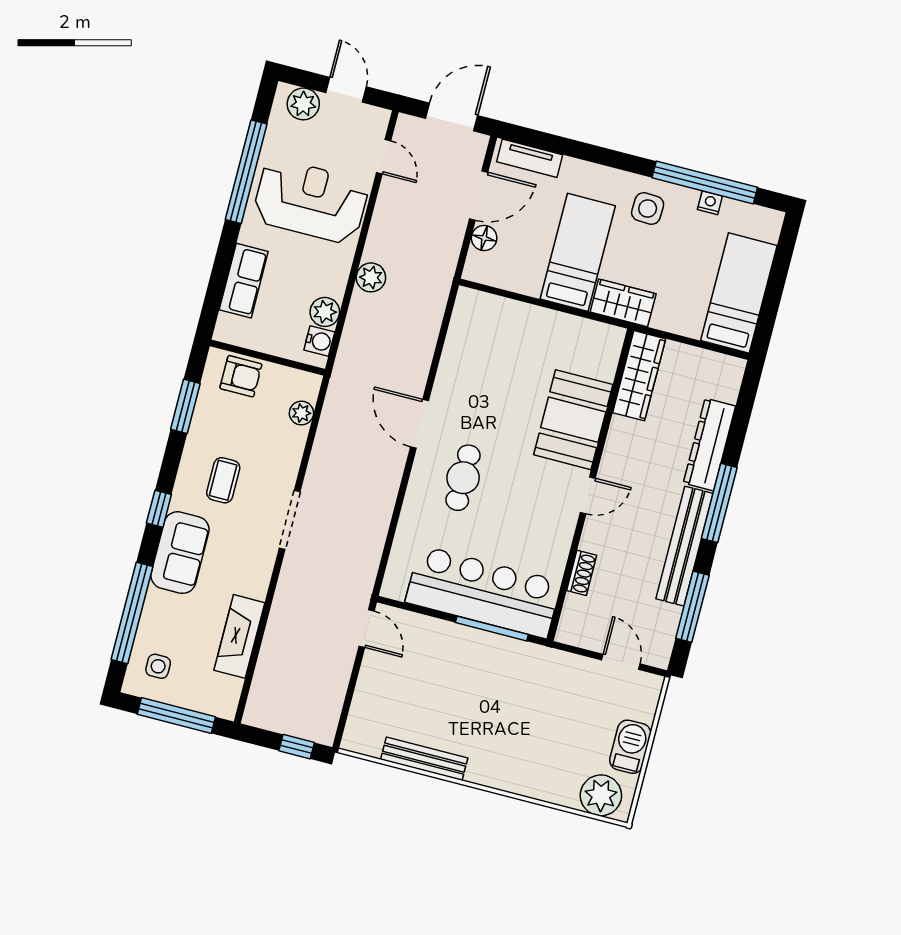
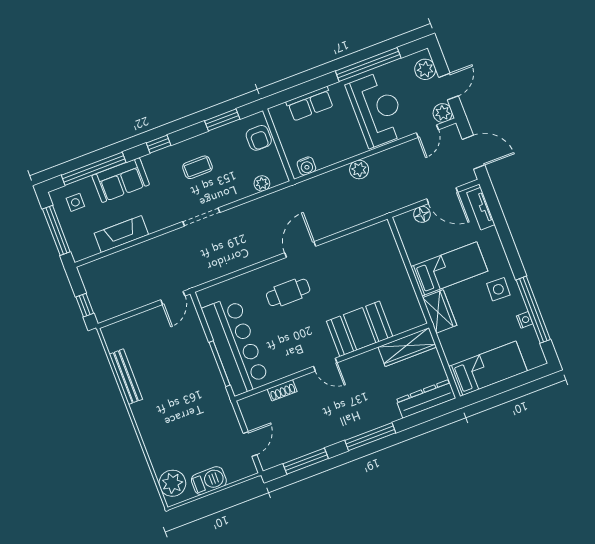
plant: (325, 312) -> (443, 113), moved
dresser: (709, 445) -> (426, 399), moved
bench: (684, 546) -> (335, 434), removed
sofa: (180, 553) -> (121, 180), moved

